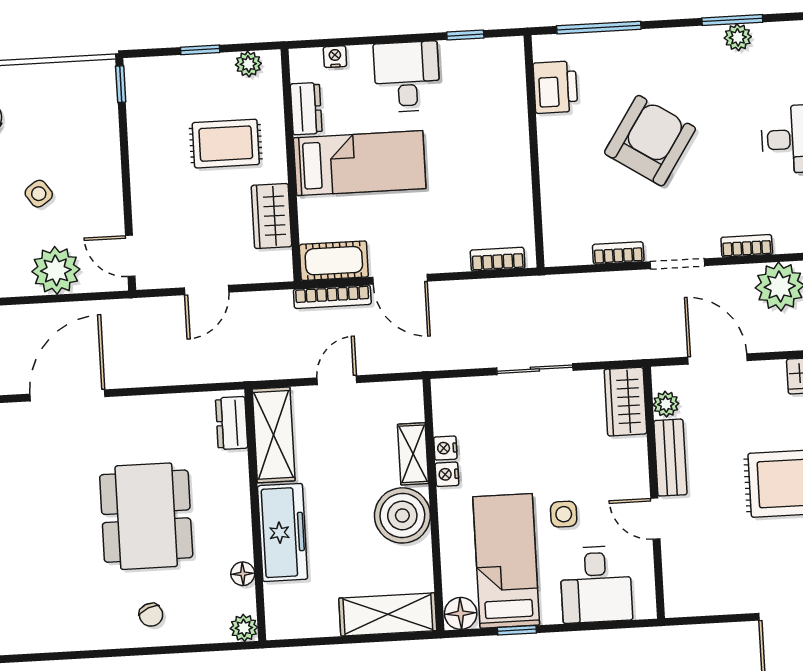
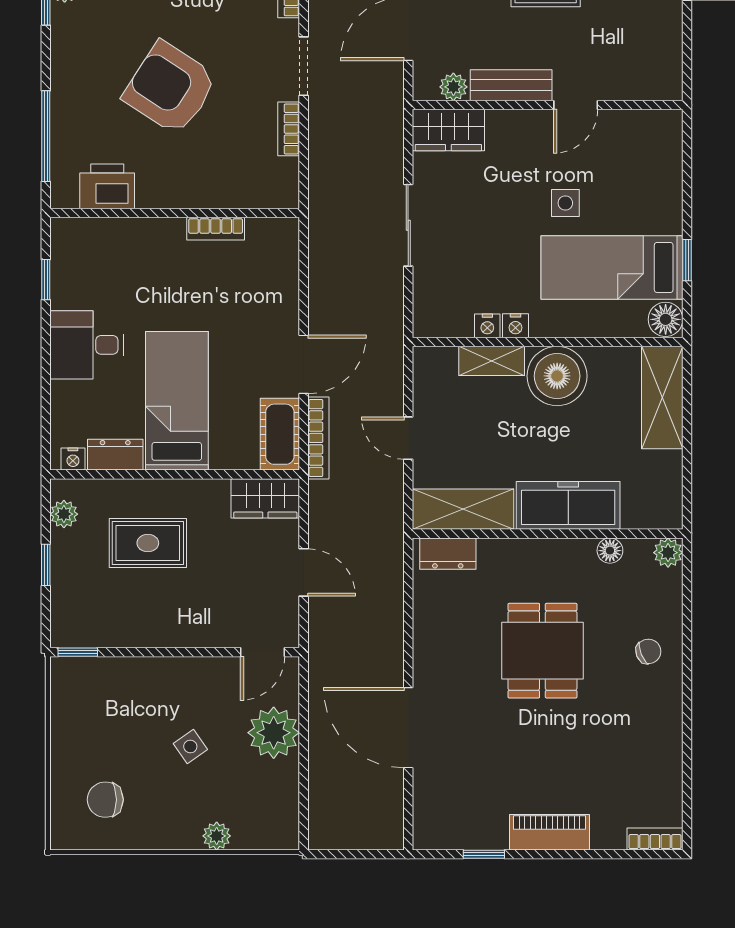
nightstand: (335, 57) -> (73, 459), moved, turned -90
rug: (226, 144) -> (148, 543), turned 90
wardrobe: (271, 216) -> (265, 498), moved
bookcase: (498, 259) -> (216, 229), moved, turned -90
dining table: (146, 516) -> (542, 651), width x0.73
desk: (596, 584) -> (643, 173), removed

